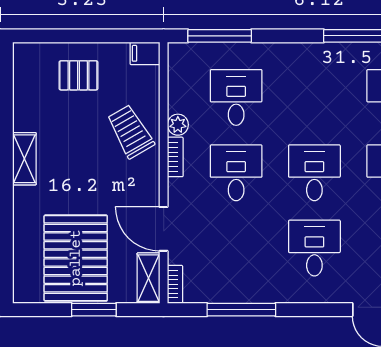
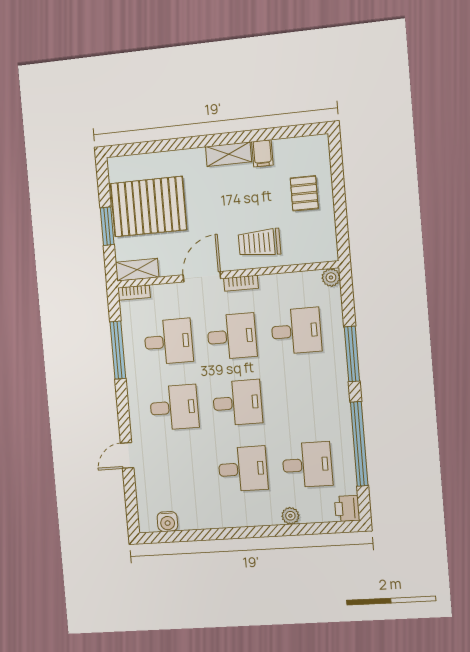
window: (220, 36) -> (352, 354), moved
filing cabinet: (145, 53) -> (262, 153), moved, turned 180
plant: (178, 125) -> (331, 277), moved
trolley: (130, 132) -> (259, 243), turned -150
door: (164, 229) -> (202, 277), moved
desk: (236, 248) -> (169, 342), added

